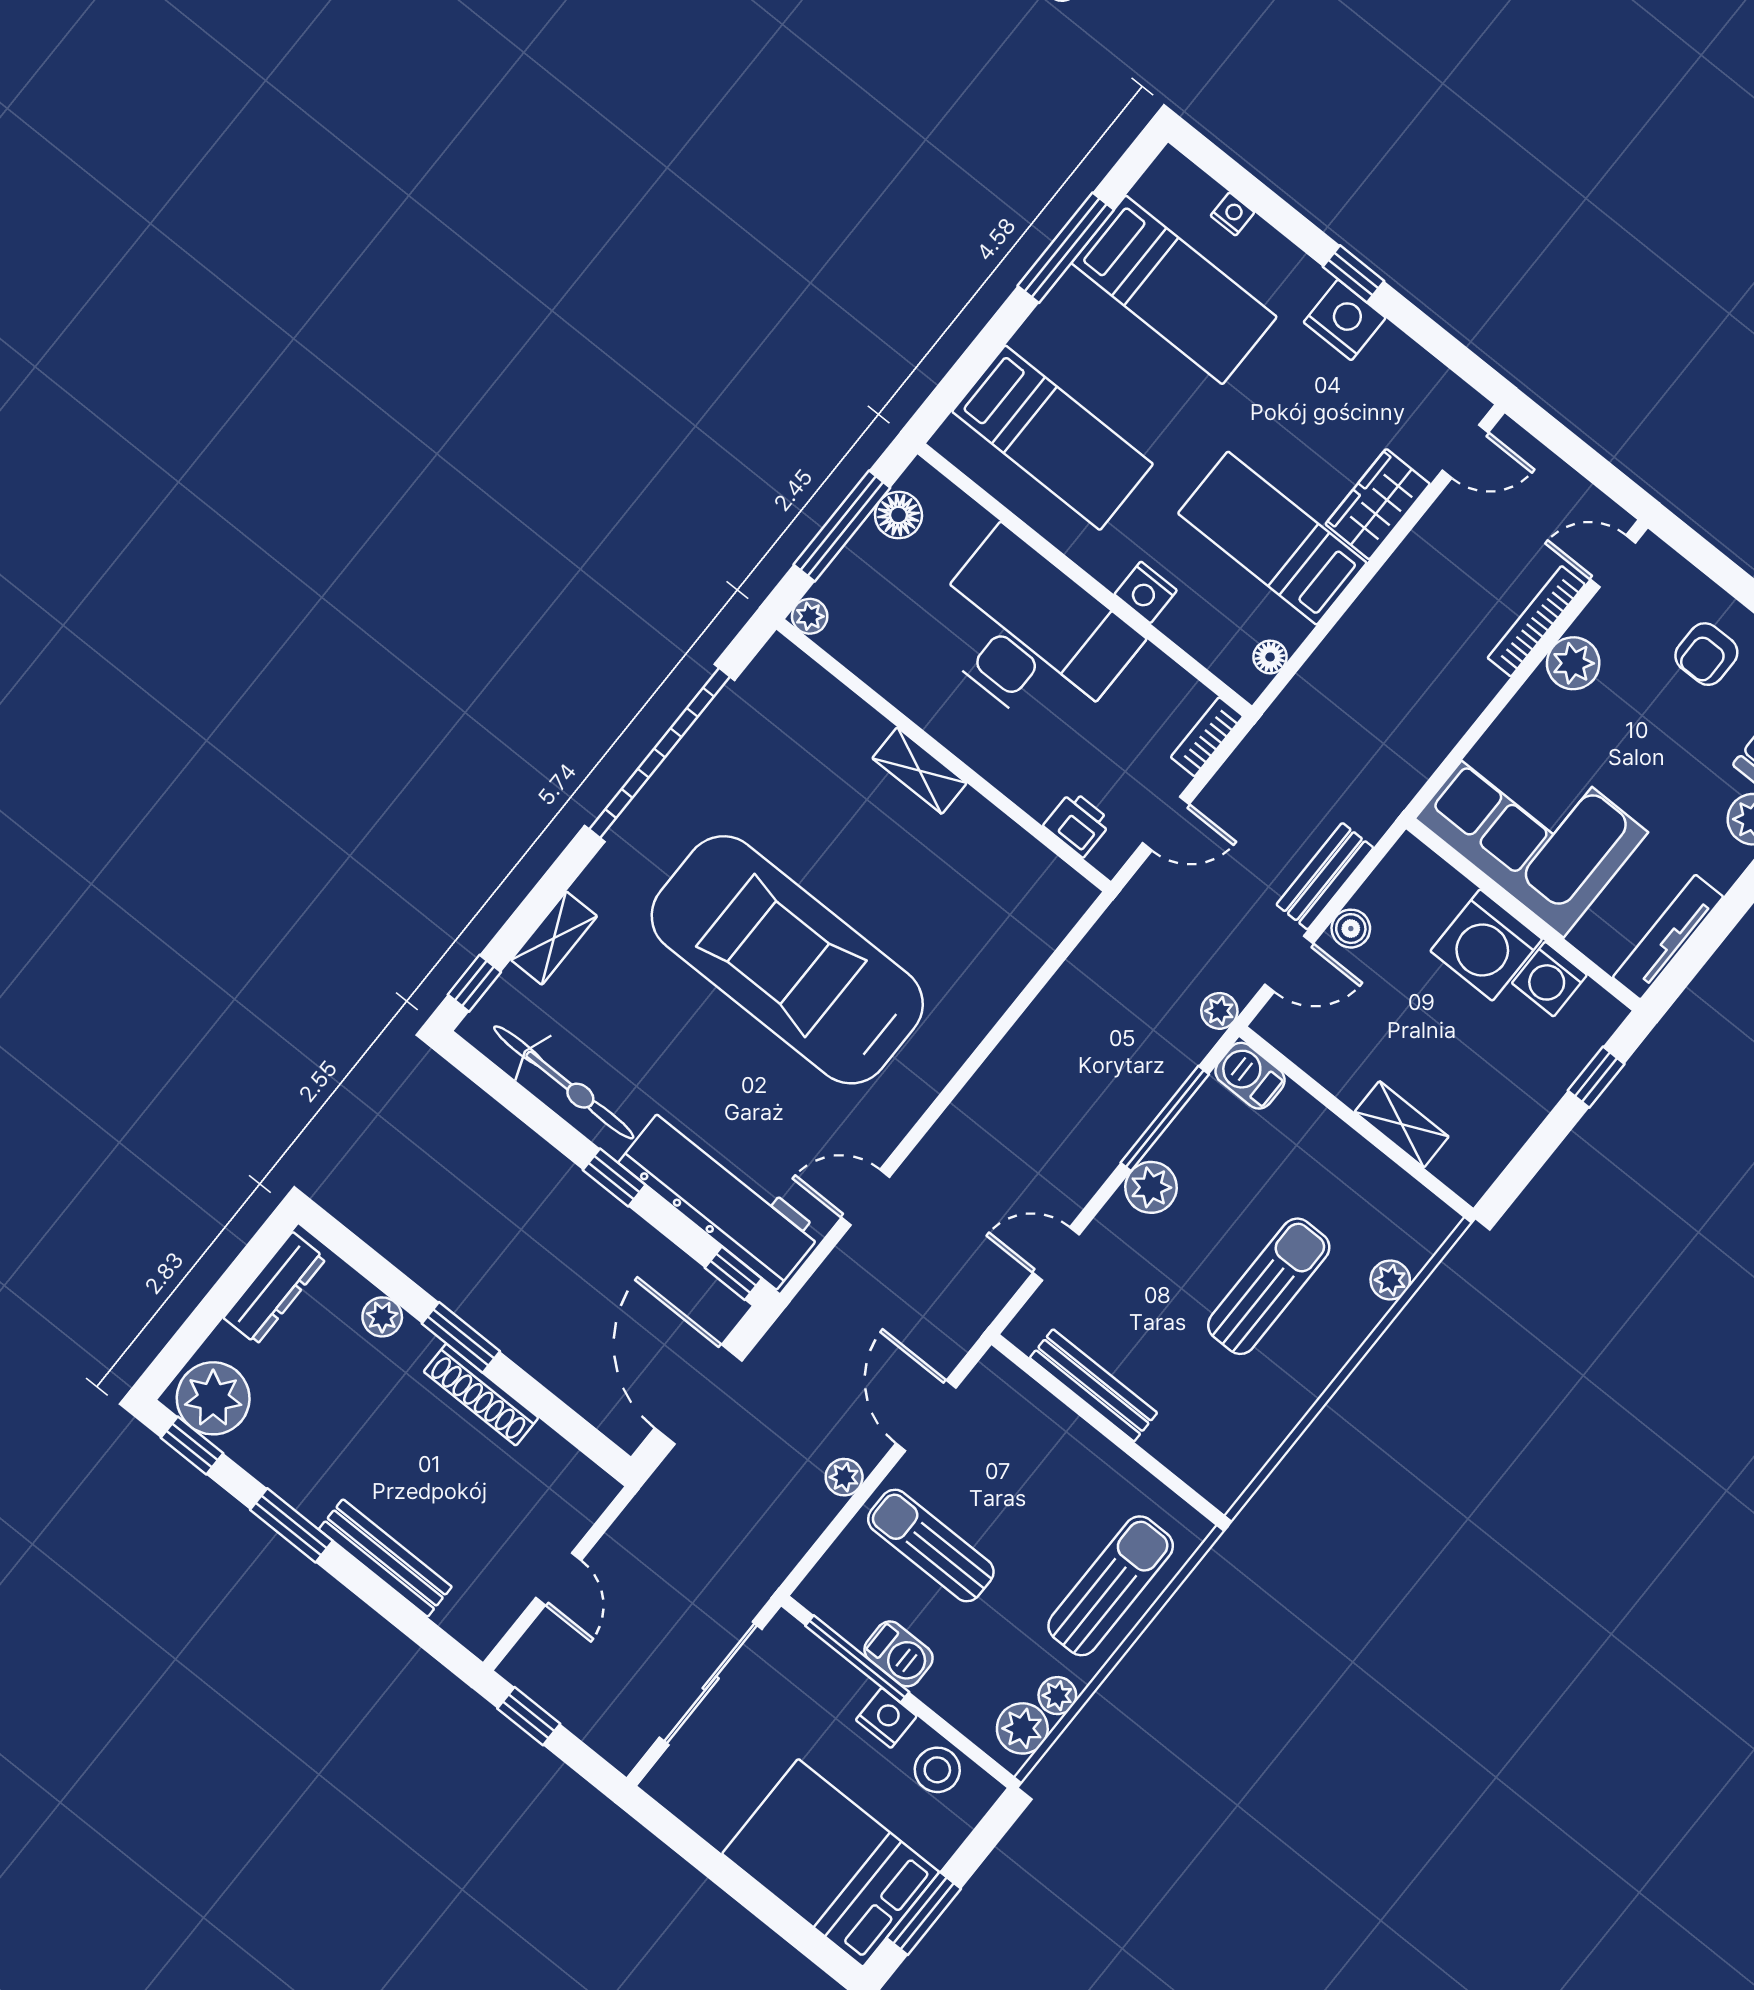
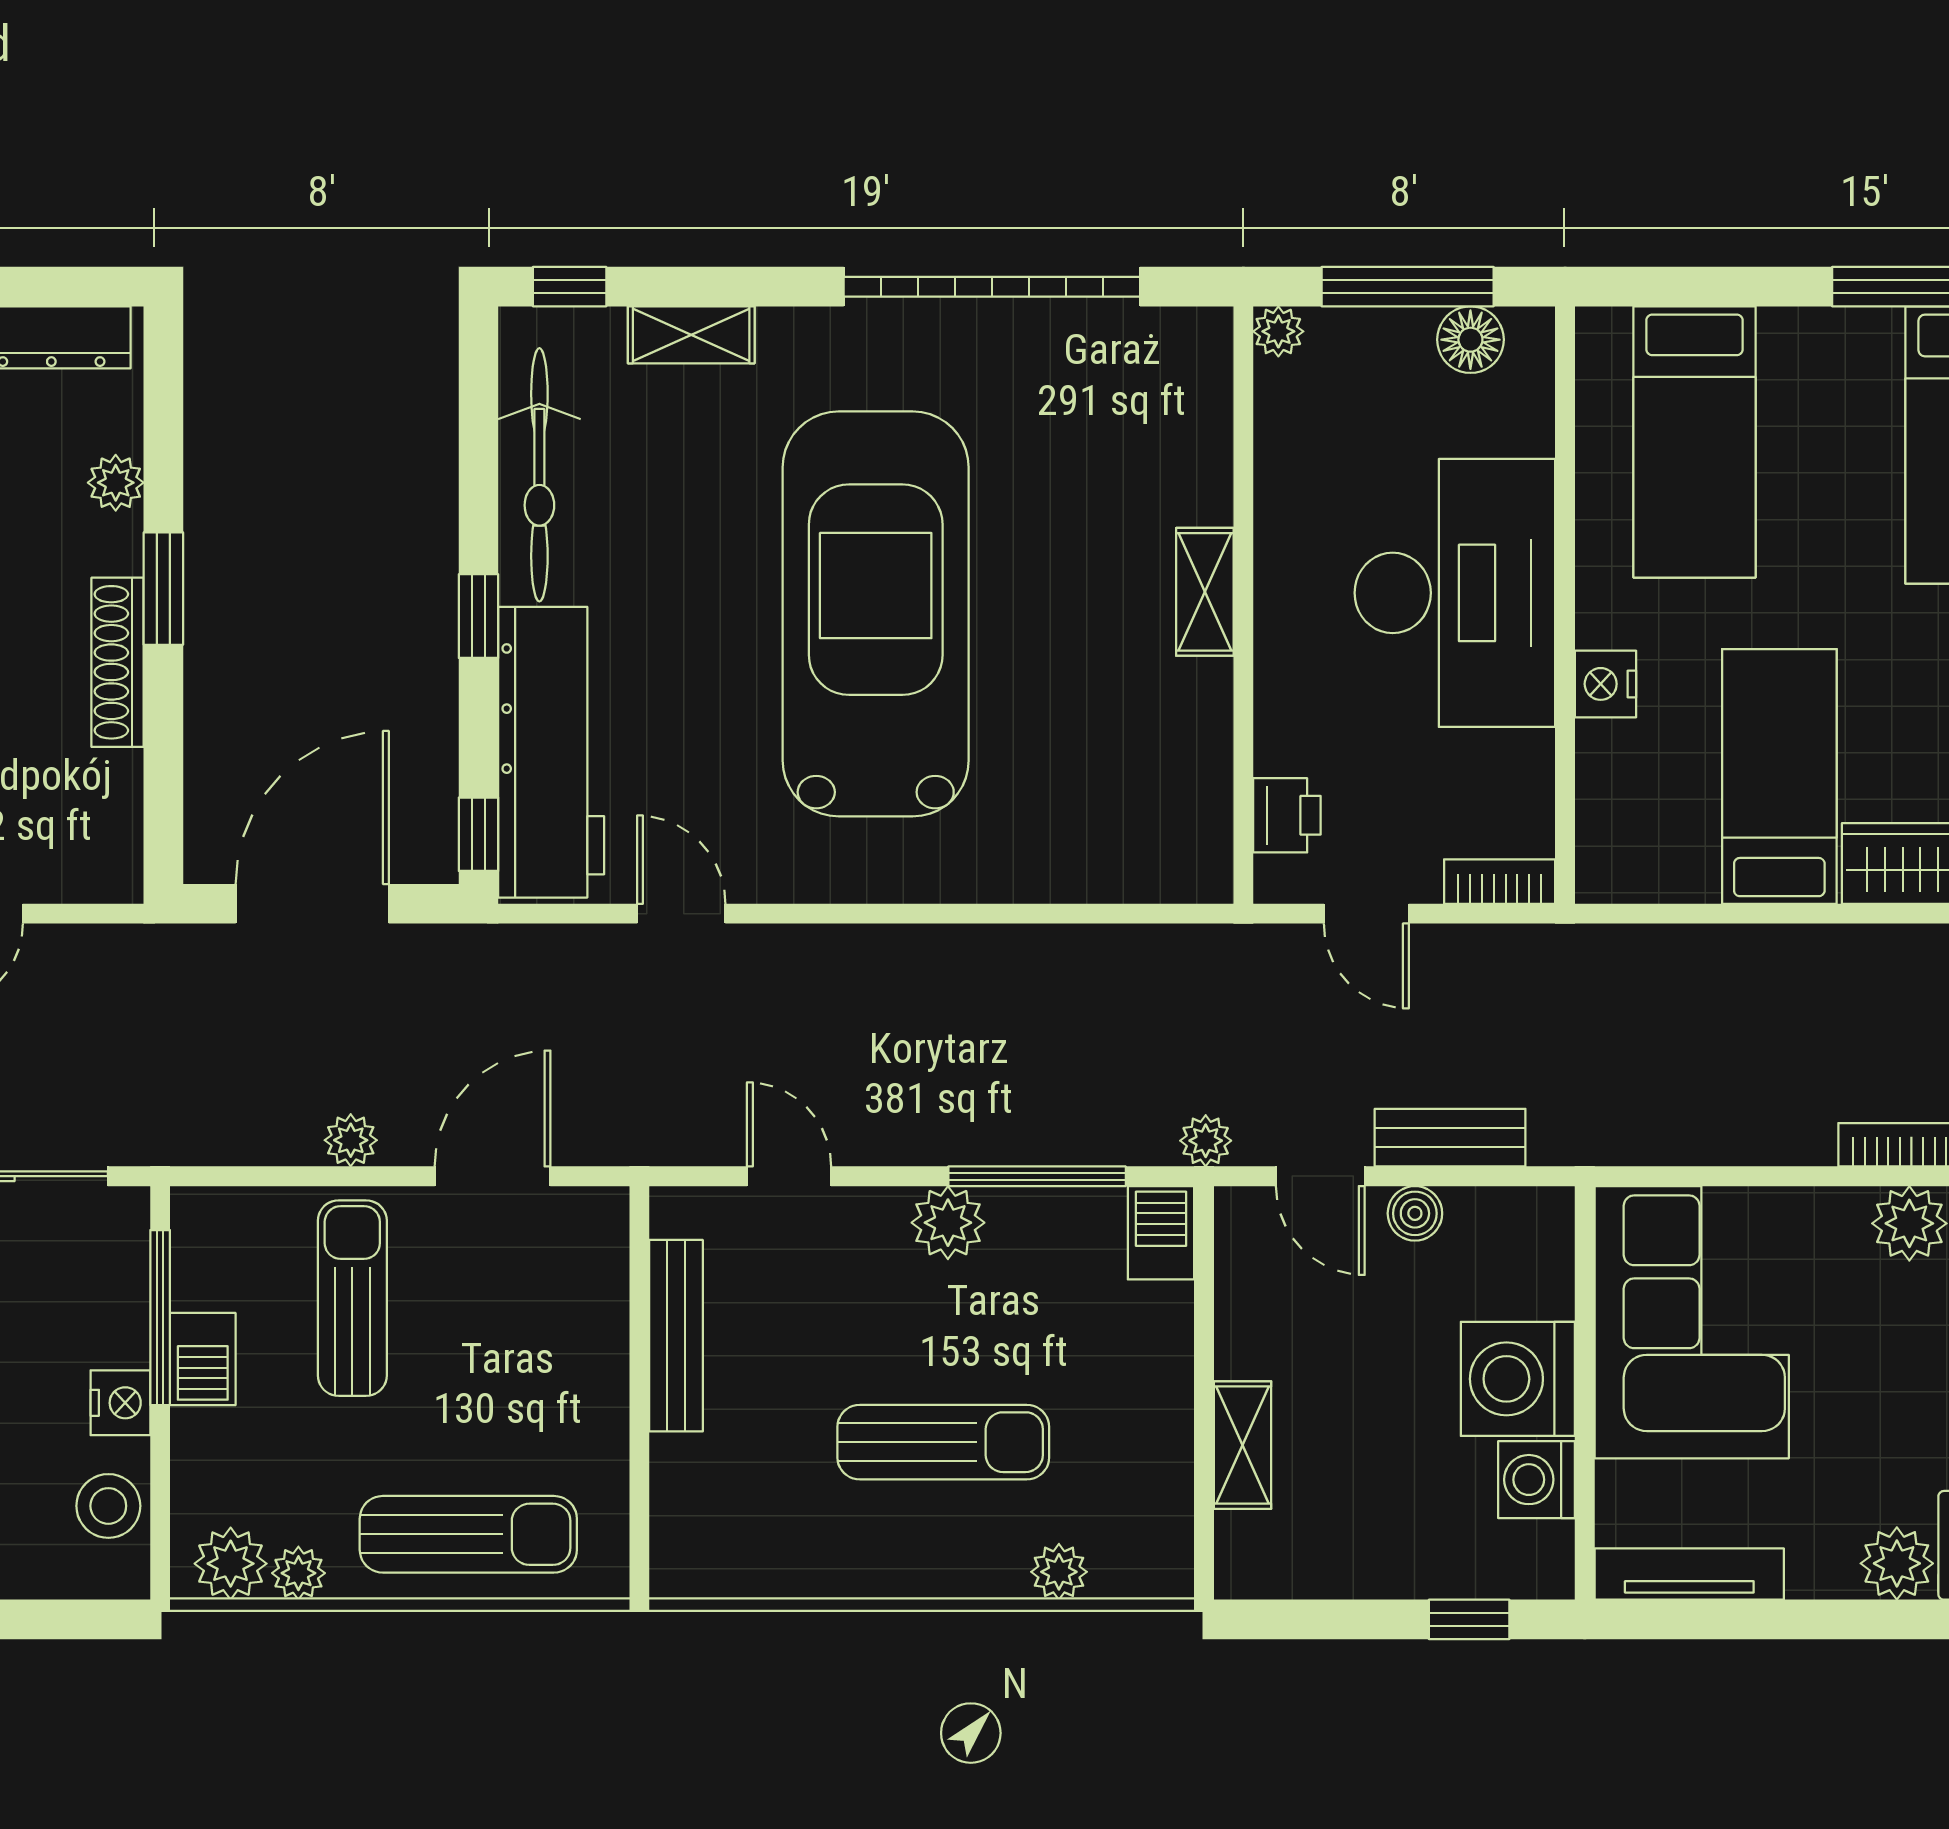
floor lamp: (1270, 657) -> (1645, 880), removed

